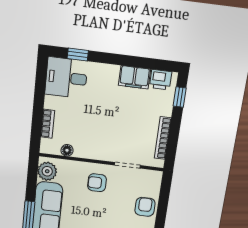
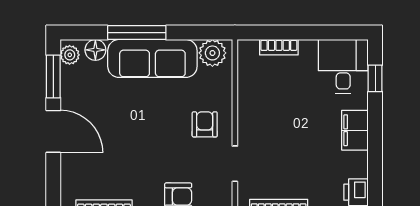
filing cabinet: (134, 77) -> (355, 130), moved
floor lamp: (67, 150) -> (245, 78), removed

